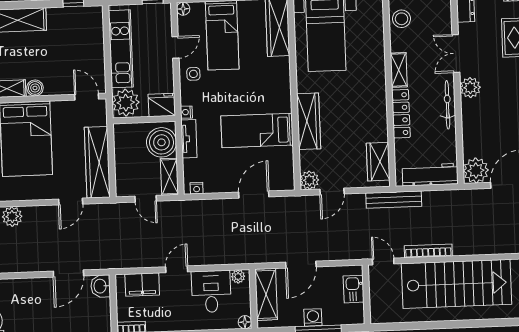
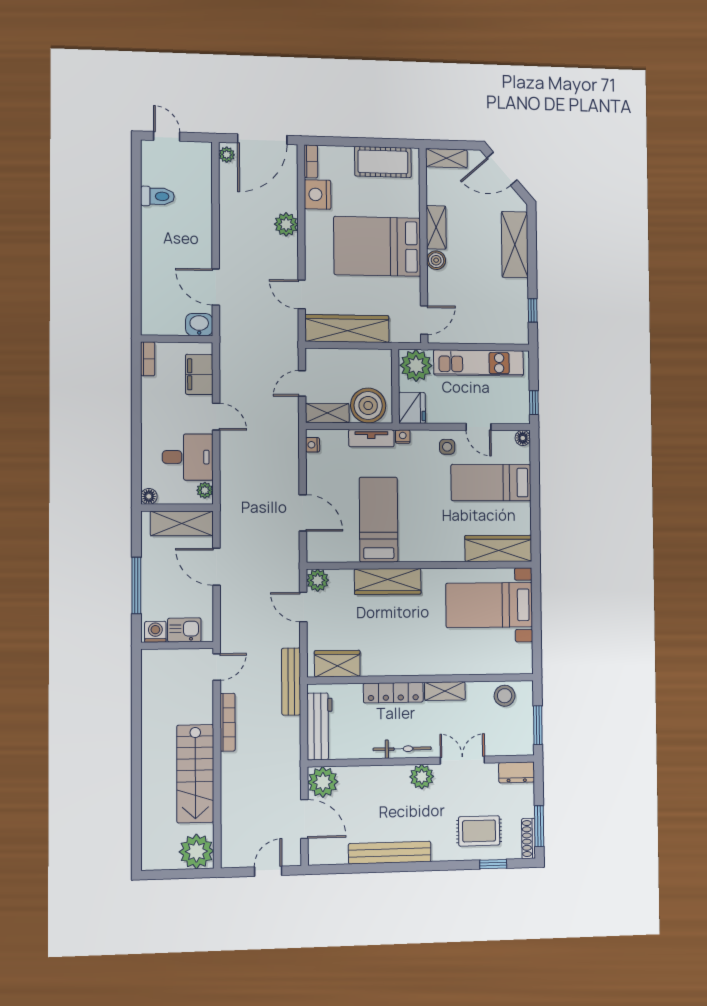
stairs: (456, 284) -> (195, 774), width x0.73, depth x0.66
washing machine: (313, 317) -> (155, 632), moved, turned -90

